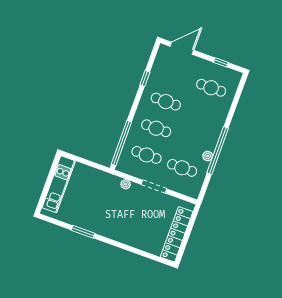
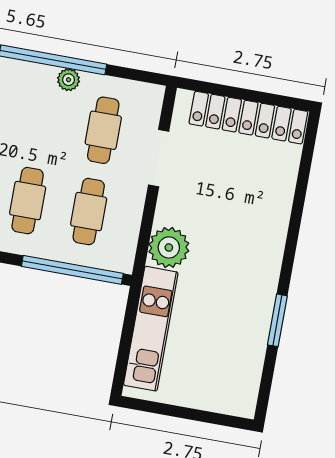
kitchen unit: (59, 184) -> (151, 329), moved, turned 90
plant: (126, 184) -> (169, 247), width x1.88, depth x1.88
doorway: (154, 187) -> (159, 158), moved

